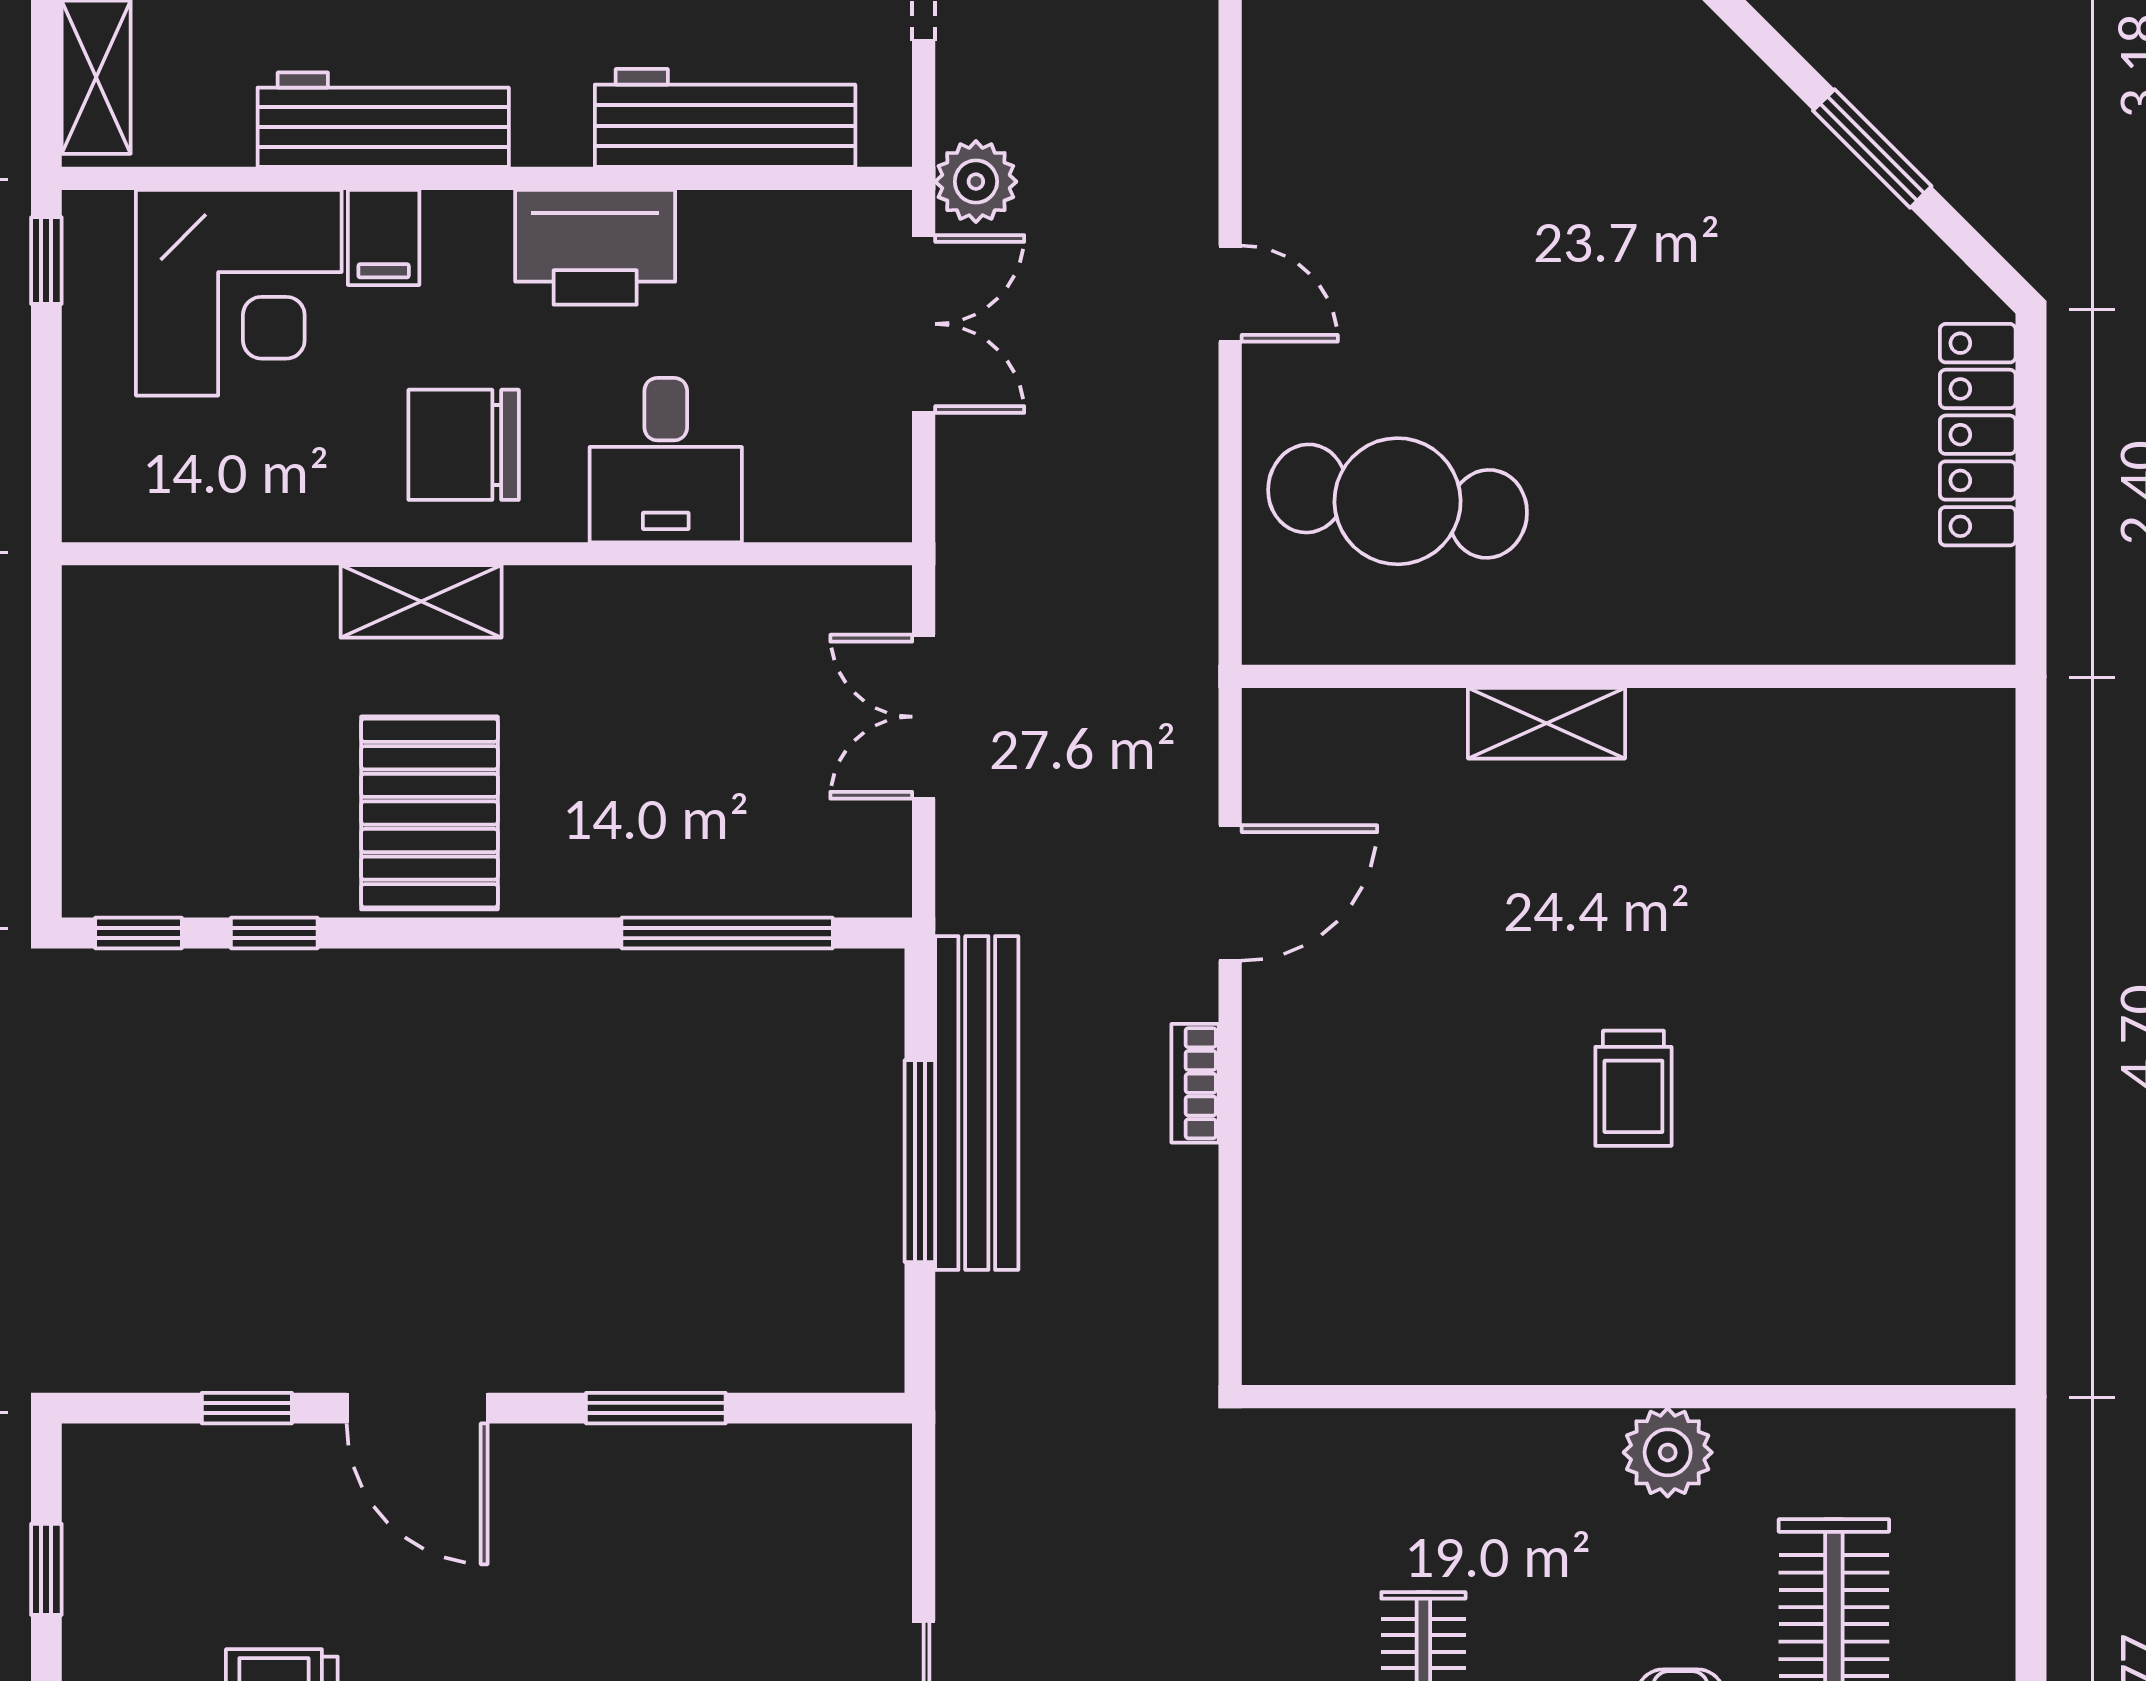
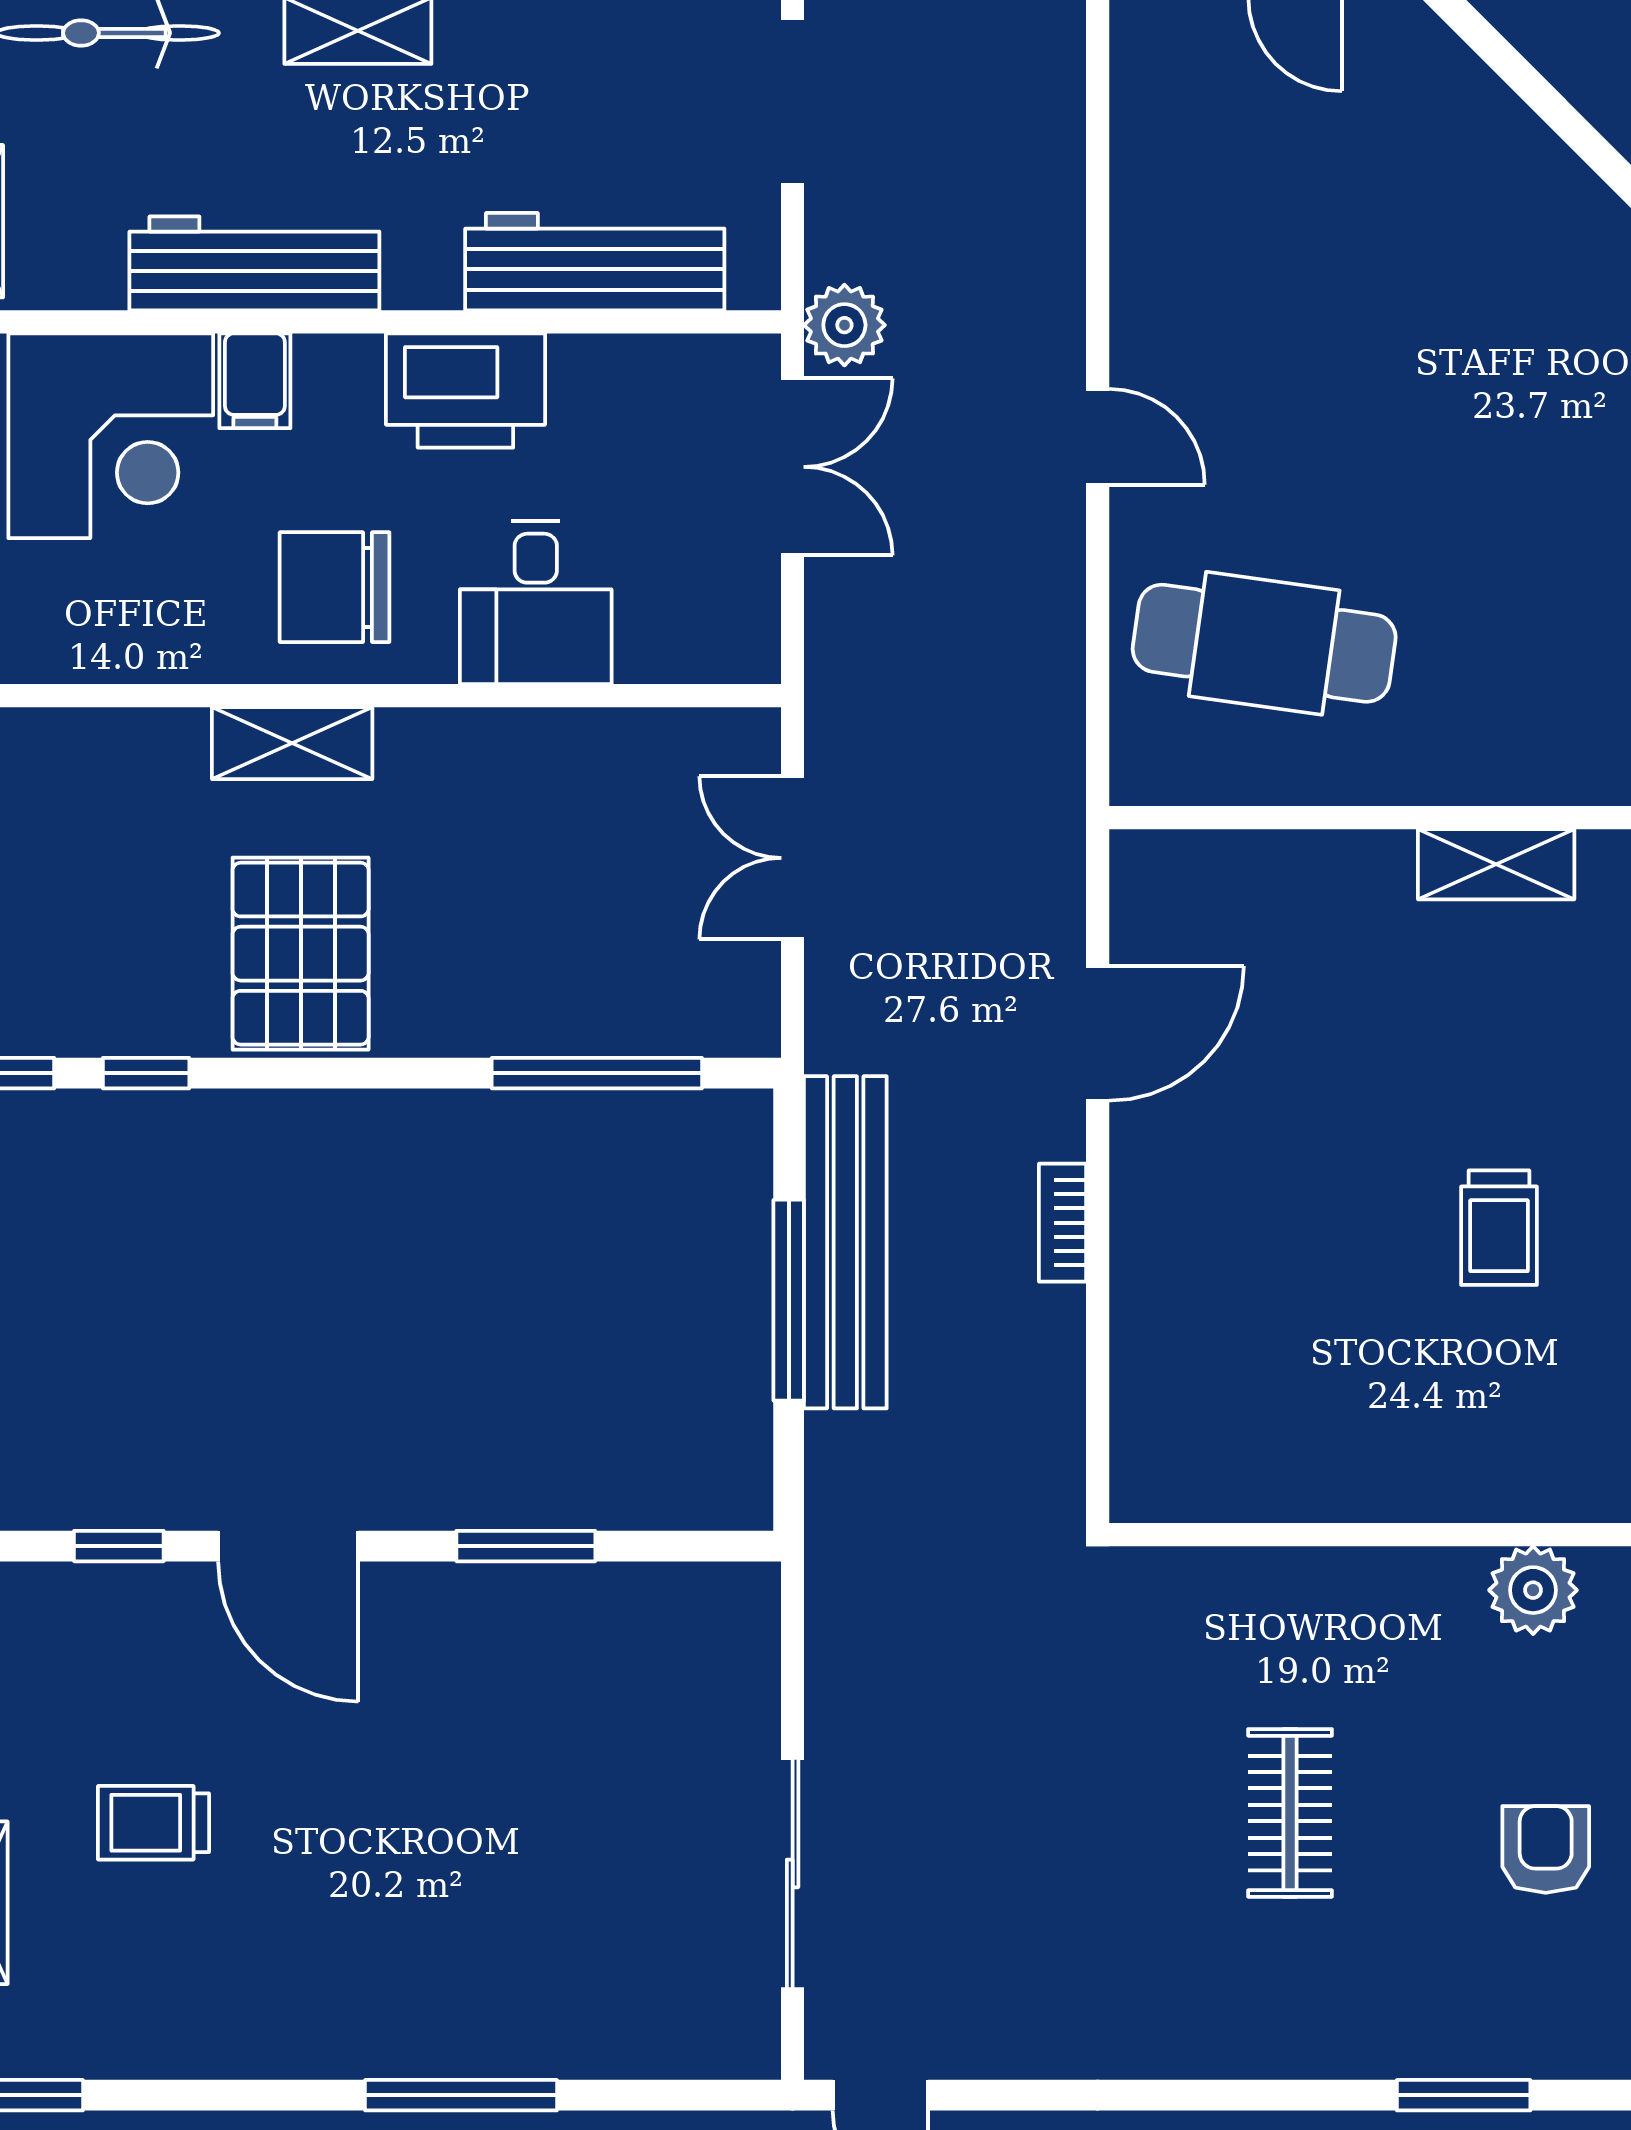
shelving: (1547, 723) -> (1496, 864), moved

